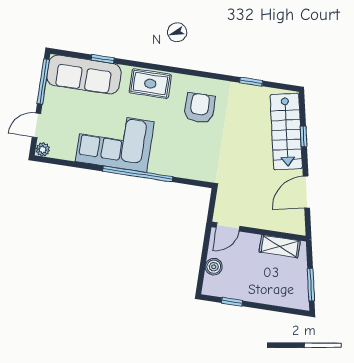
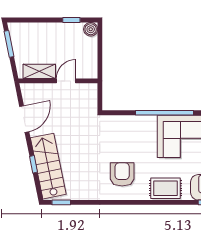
window: (251, 82) -> (61, 202), moved
armchair: (199, 108) -> (122, 174), turned 180
door: (228, 227) -> (66, 81), moved
boiler: (214, 267) -> (91, 29), moved

